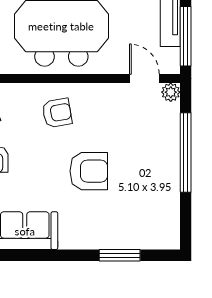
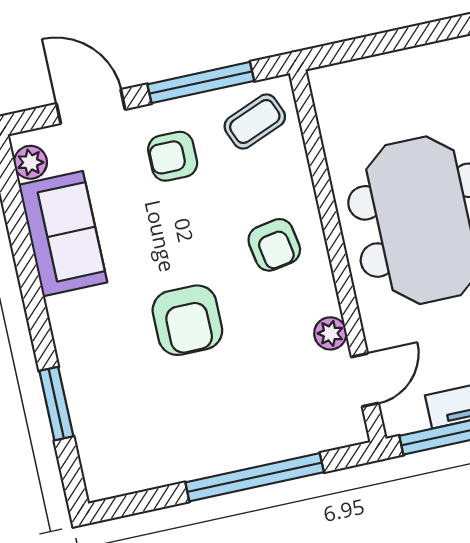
plant: (171, 92) -> (330, 333), moved

